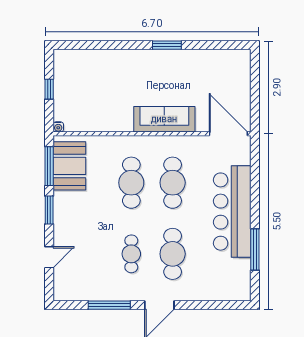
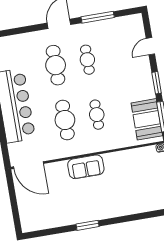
sofa: (164, 119) -> (86, 167), width x0.73
cafe table: (131, 183) -> (97, 115), width x0.73, depth x0.74

